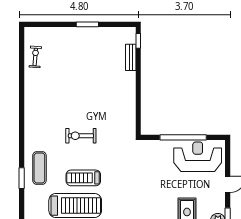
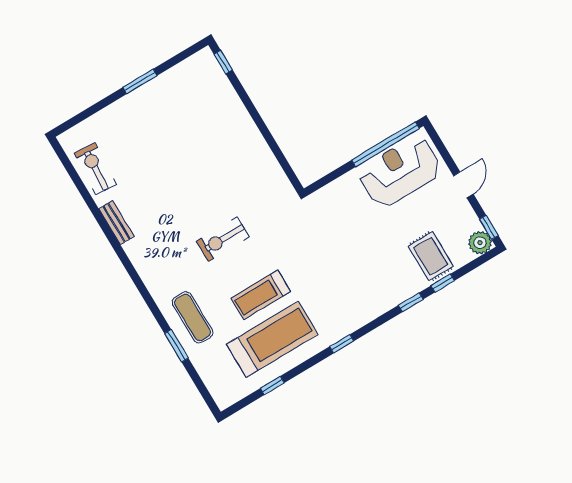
exercise bike: (35, 57) -> (95, 169), width x1.38, depth x1.39
bench: (131, 57) -> (116, 223), moved
window: (183, 137) -> (385, 144), moved

